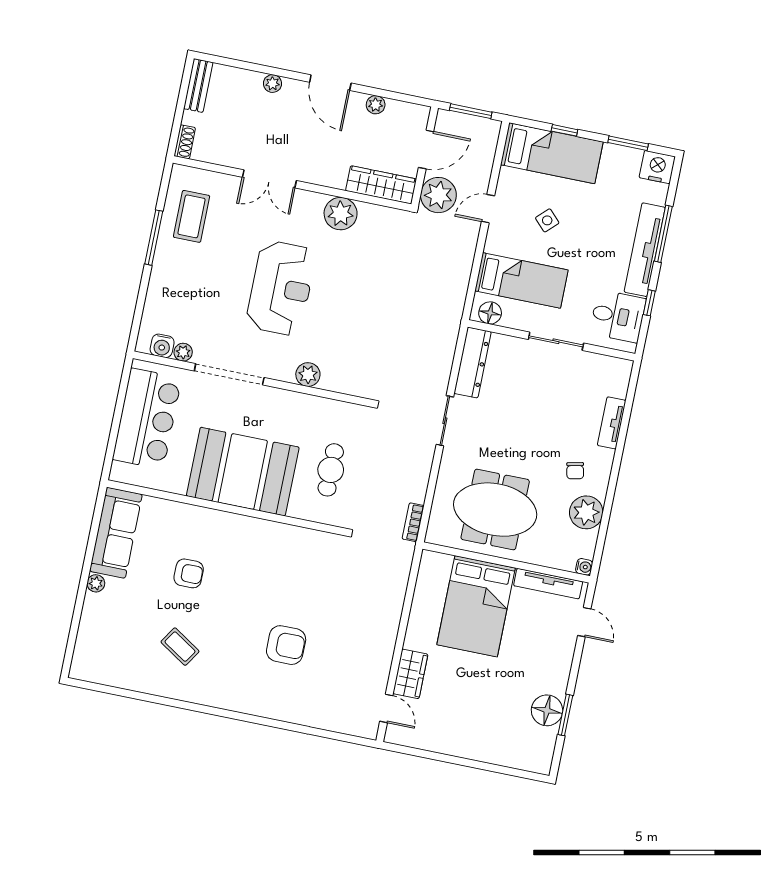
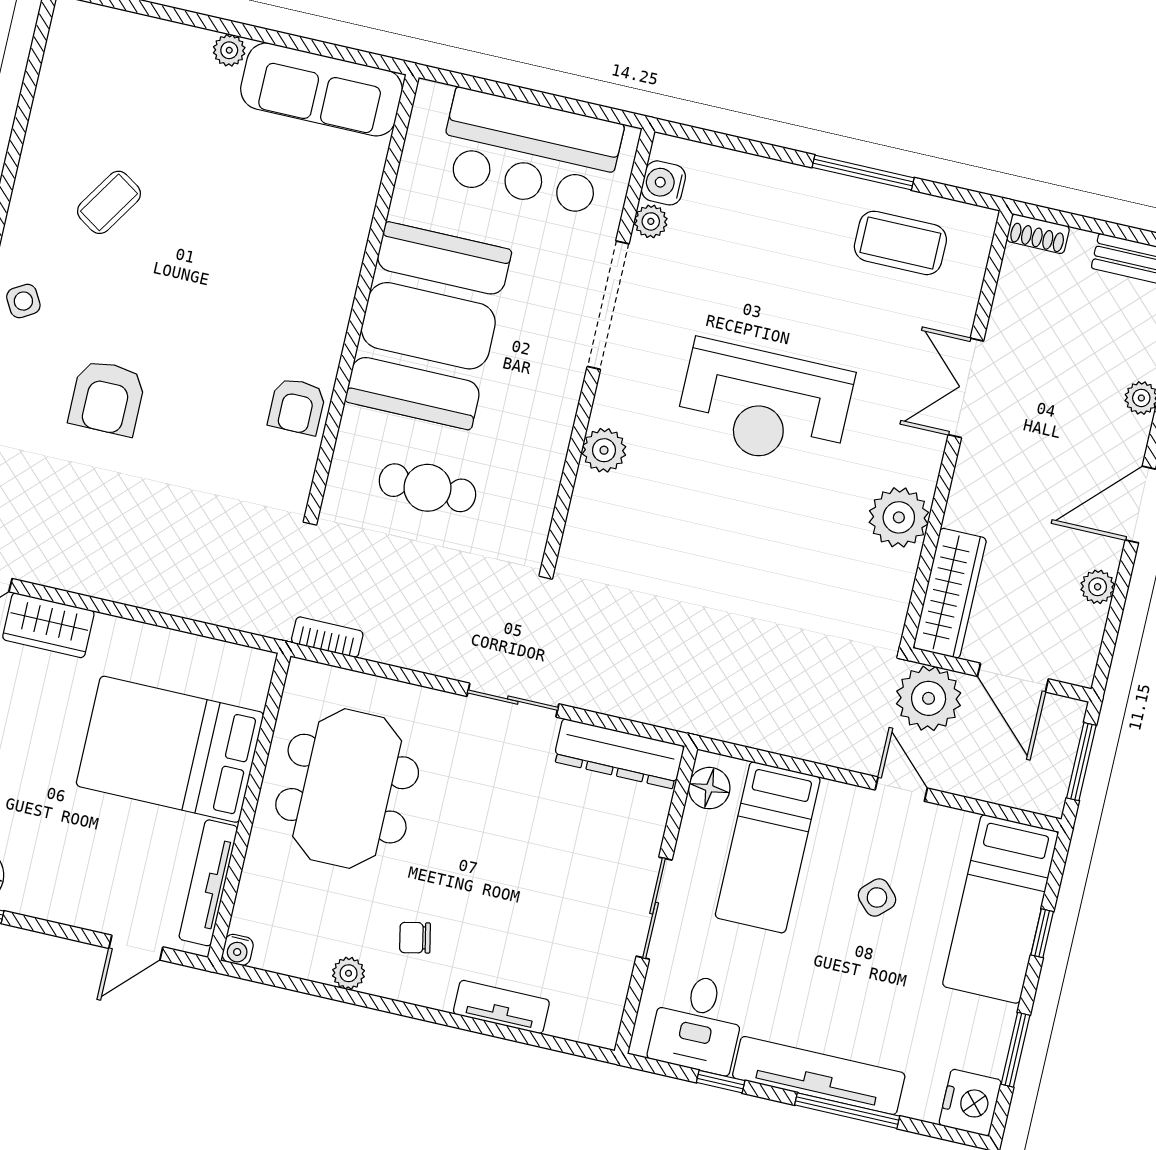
plant: (586, 512) -> (349, 973), width x0.53, depth x0.53
armchair: (189, 573) -> (297, 406), moved
side table: (235, 692) -> (23, 301), added

